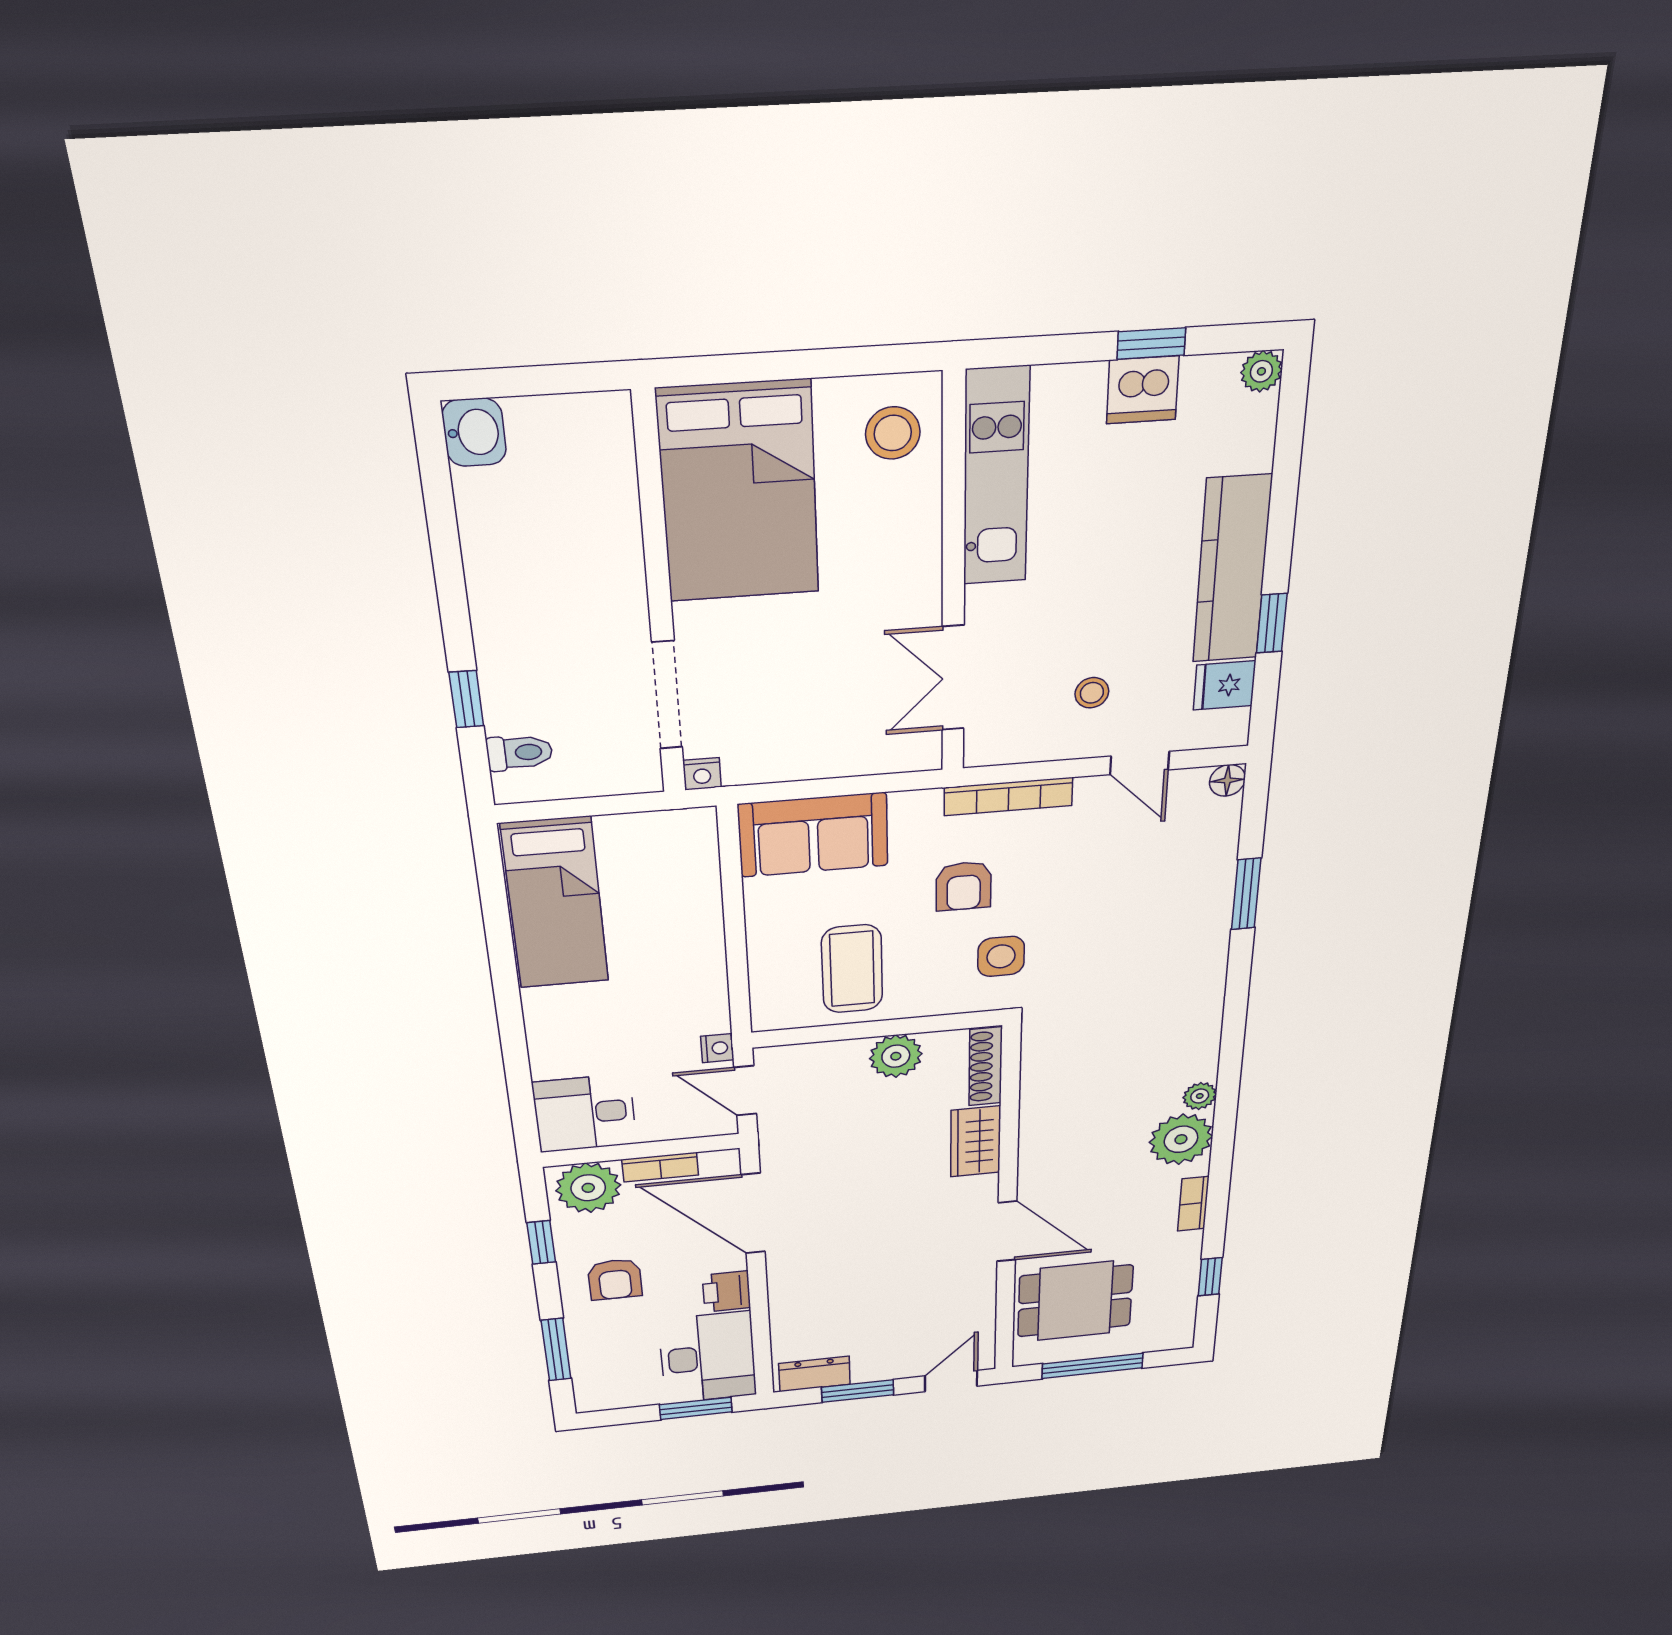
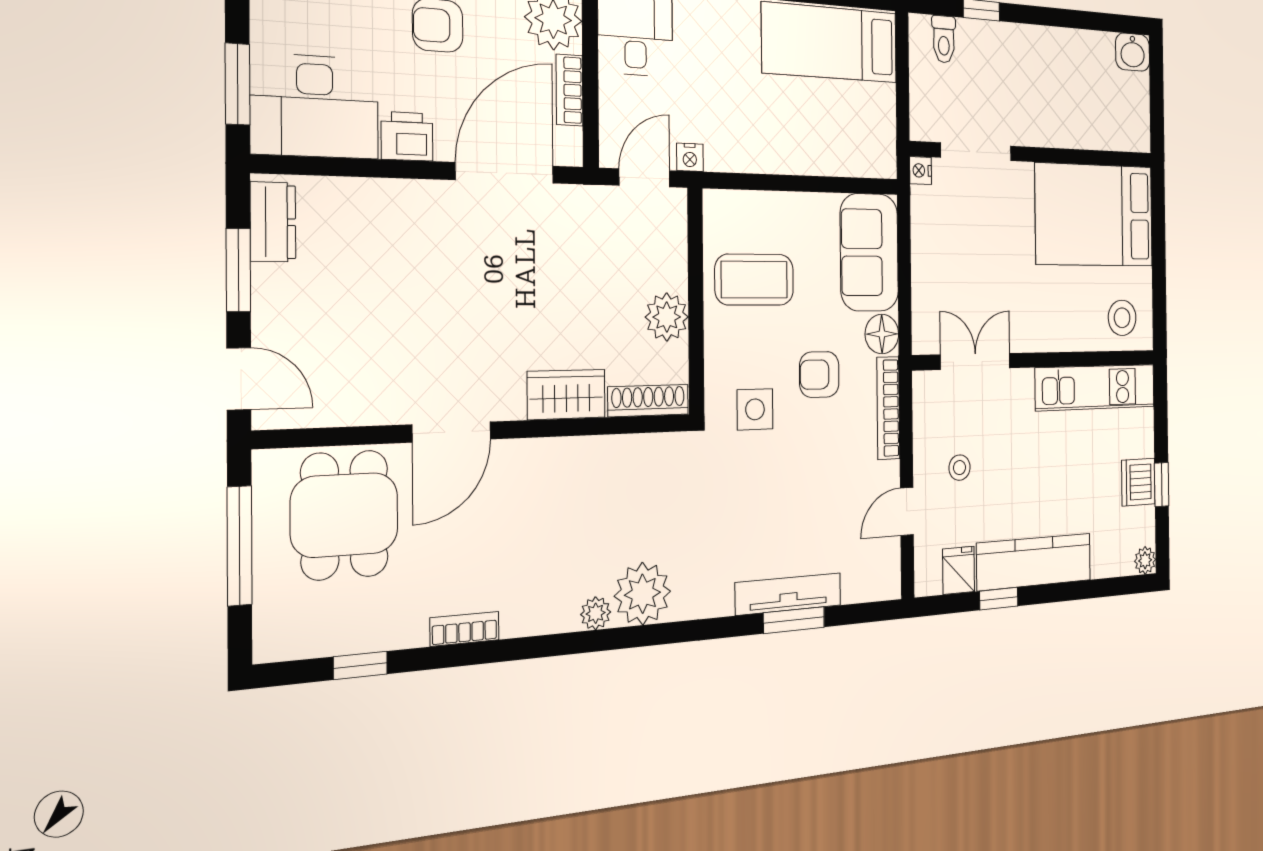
floor lamp: (1227, 780) -> (882, 334), moved, width x1.37, depth x1.37
tv unit: (1215, 903) -> (788, 594), added
plant: (1181, 1139) -> (643, 594), moved

